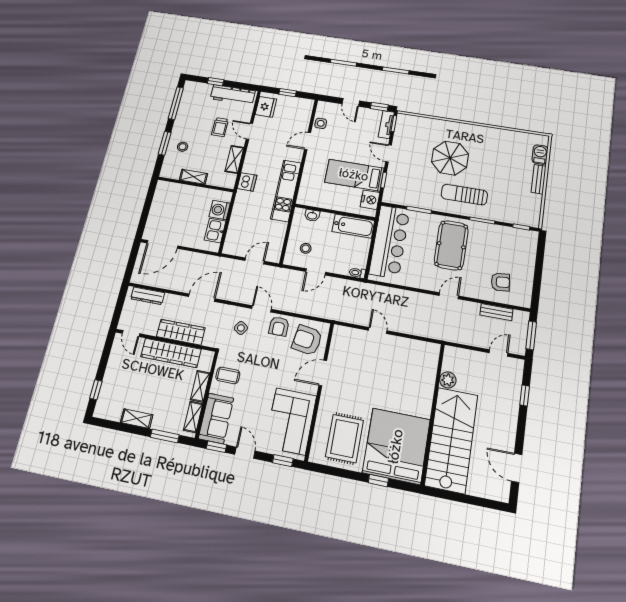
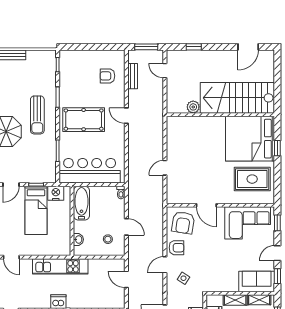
armchair: (500, 282) -> (107, 76), turned -84
coffee table: (228, 375) -> (223, 280), removed

